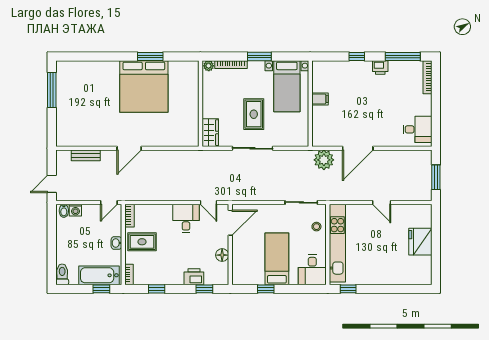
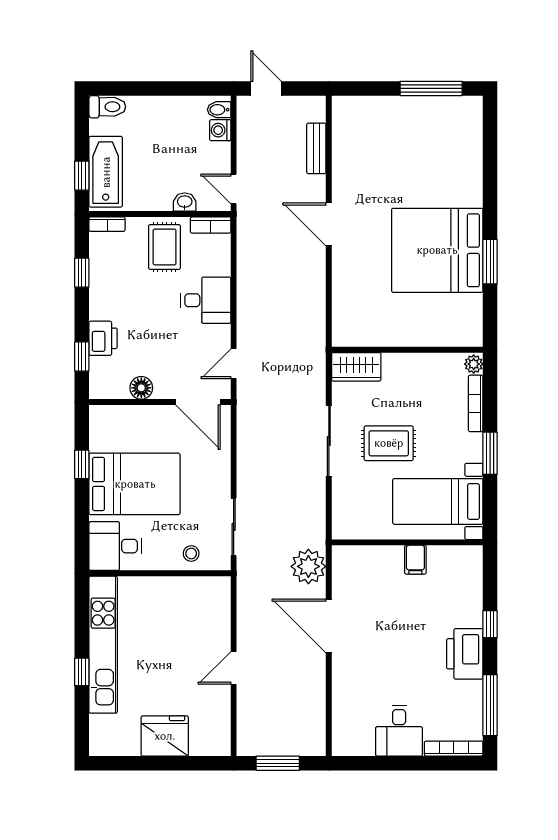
printer: (380, 67) -> (465, 654), width x1.87, depth x1.48
desk: (417, 129) -> (399, 731), moved
desk: (186, 218) -> (206, 300), moved
washbasin: (116, 243) -> (185, 202), moved
kitchen unit: (337, 243) -> (103, 645), moved, turned -90
bed: (277, 259) -> (135, 484), width x1.50
window: (348, 289) -> (82, 672), moved

